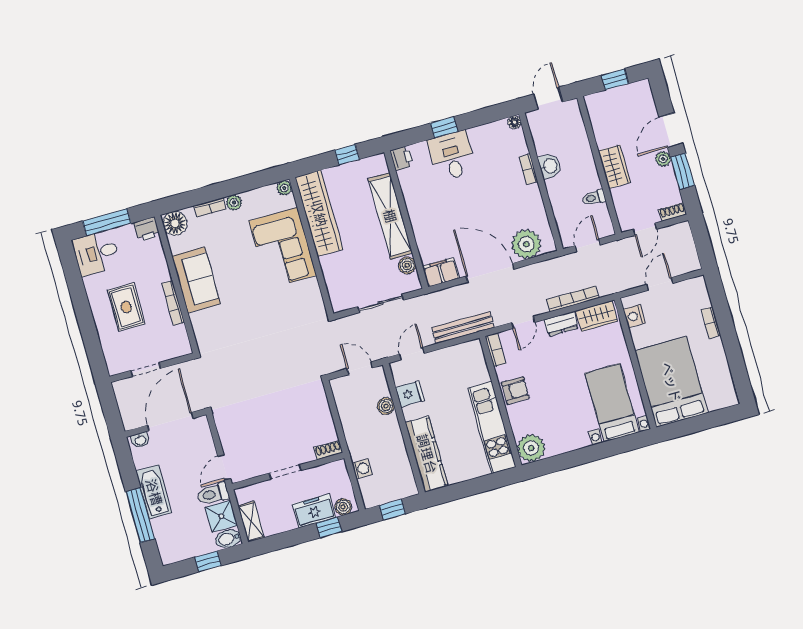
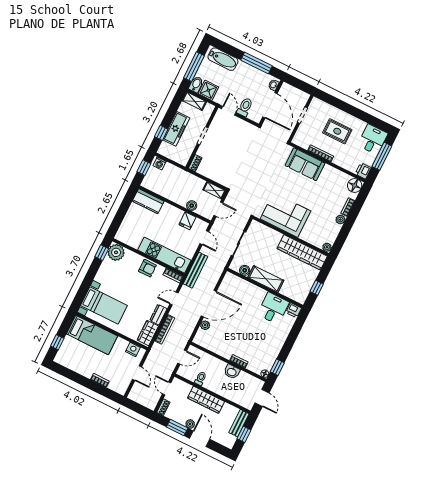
bench: (606, 98) -> (239, 423), added
window: (444, 127) -> (277, 367), moved
desk: (452, 156) -> (273, 308), moved, turned -90
wardrobe: (614, 167) -> (206, 400), width x1.50
shelving: (390, 216) -> (266, 279), width x0.68
plant: (526, 244) -> (205, 325), width x0.53, depth x0.53
door: (588, 245) -> (182, 357), hinge flipped
corner sofa: (283, 248) -> (285, 215), moved
filing cabinet: (441, 272) -> (228, 282), removed
sofa: (196, 280) -> (305, 164), moved
door: (523, 322) -> (174, 298), hinge flipped
bed: (671, 382) -> (92, 335), width x0.67
armchair: (515, 390) -> (147, 268), turned -90
shelving: (341, 395) -> (214, 190), added
window: (711, 420) -> (57, 342), added
kitchen unit: (492, 427) -> (164, 255), moved
kitchen counter: (427, 454) -> (148, 201), width x0.67
window: (548, 466) -> (102, 253), added
washing machine: (362, 469) -> (160, 163), moved
bathtub: (154, 492) -> (223, 59), moved
toilet: (213, 494) -> (245, 107), moved
boiler: (343, 507) -> (165, 147), removed
freezer: (314, 511) -> (176, 129), width x1.40
window: (140, 515) -> (257, 63), moved
window: (208, 561) -> (194, 67), width x2.17

